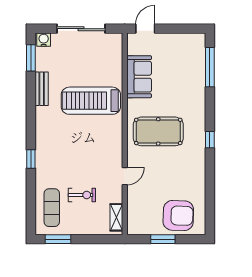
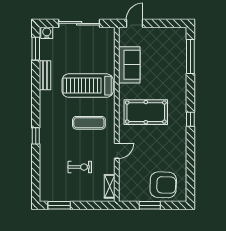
exercise mat: (52, 208) -> (89, 123), moved, turned 90

